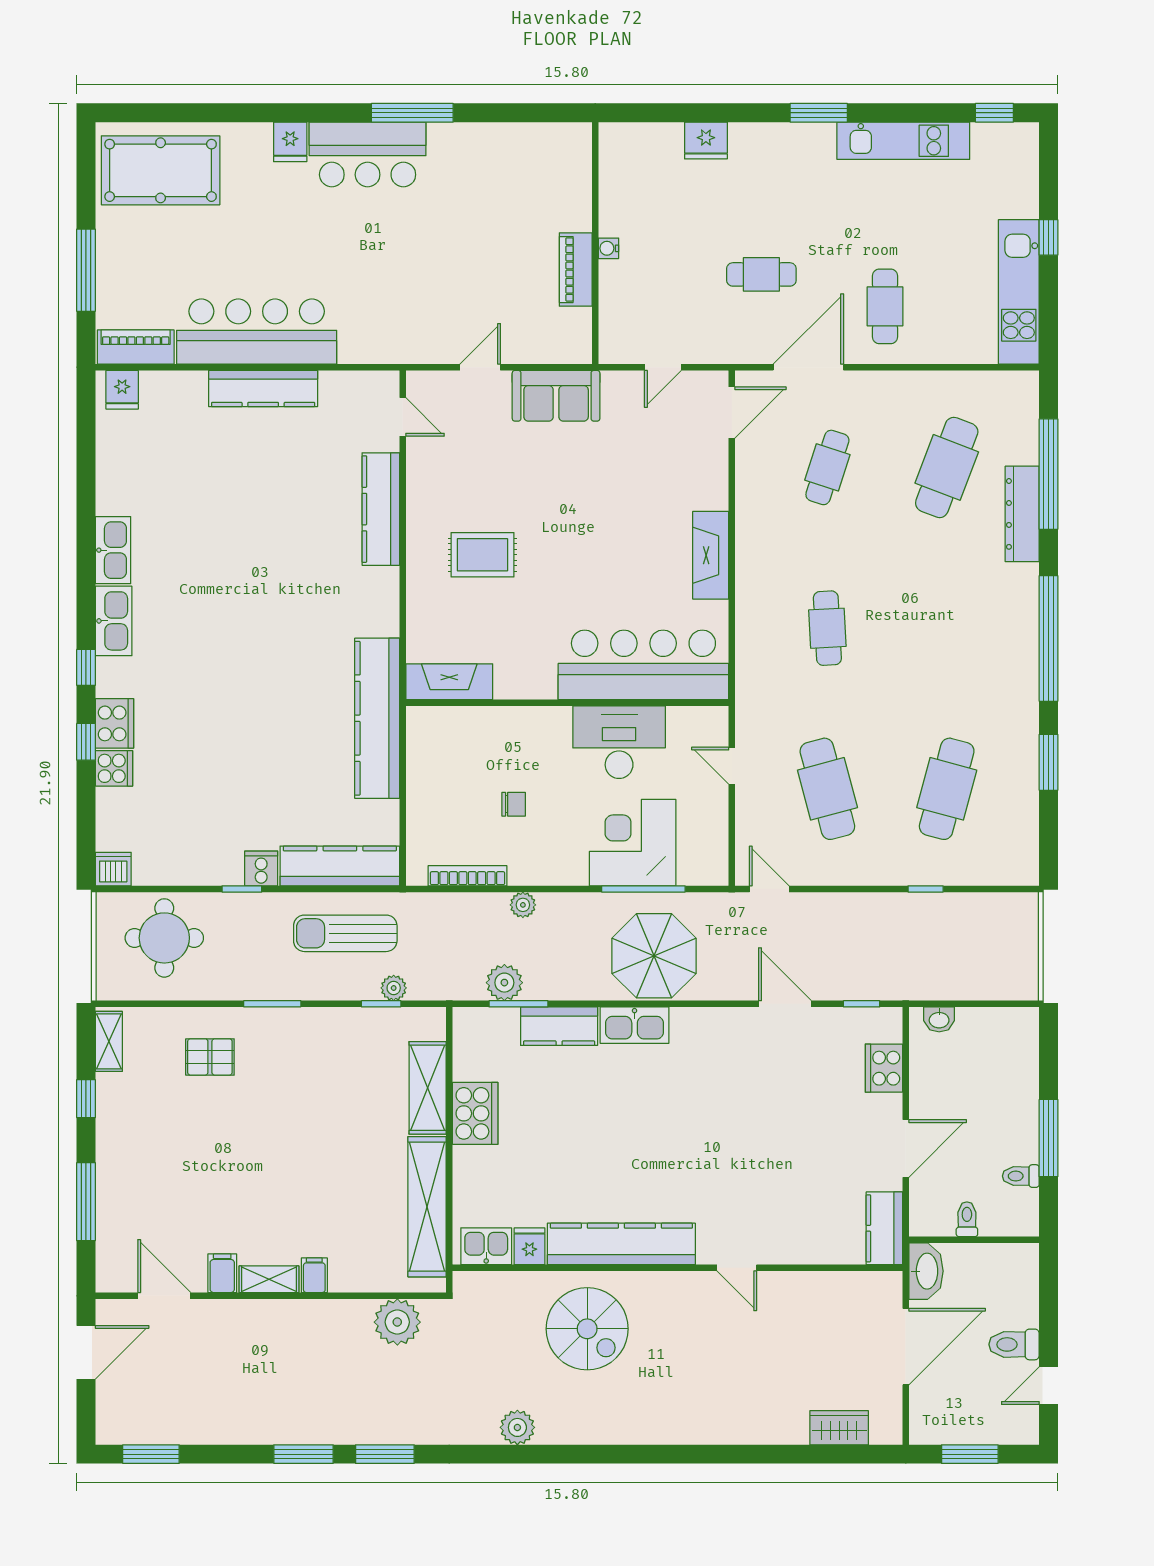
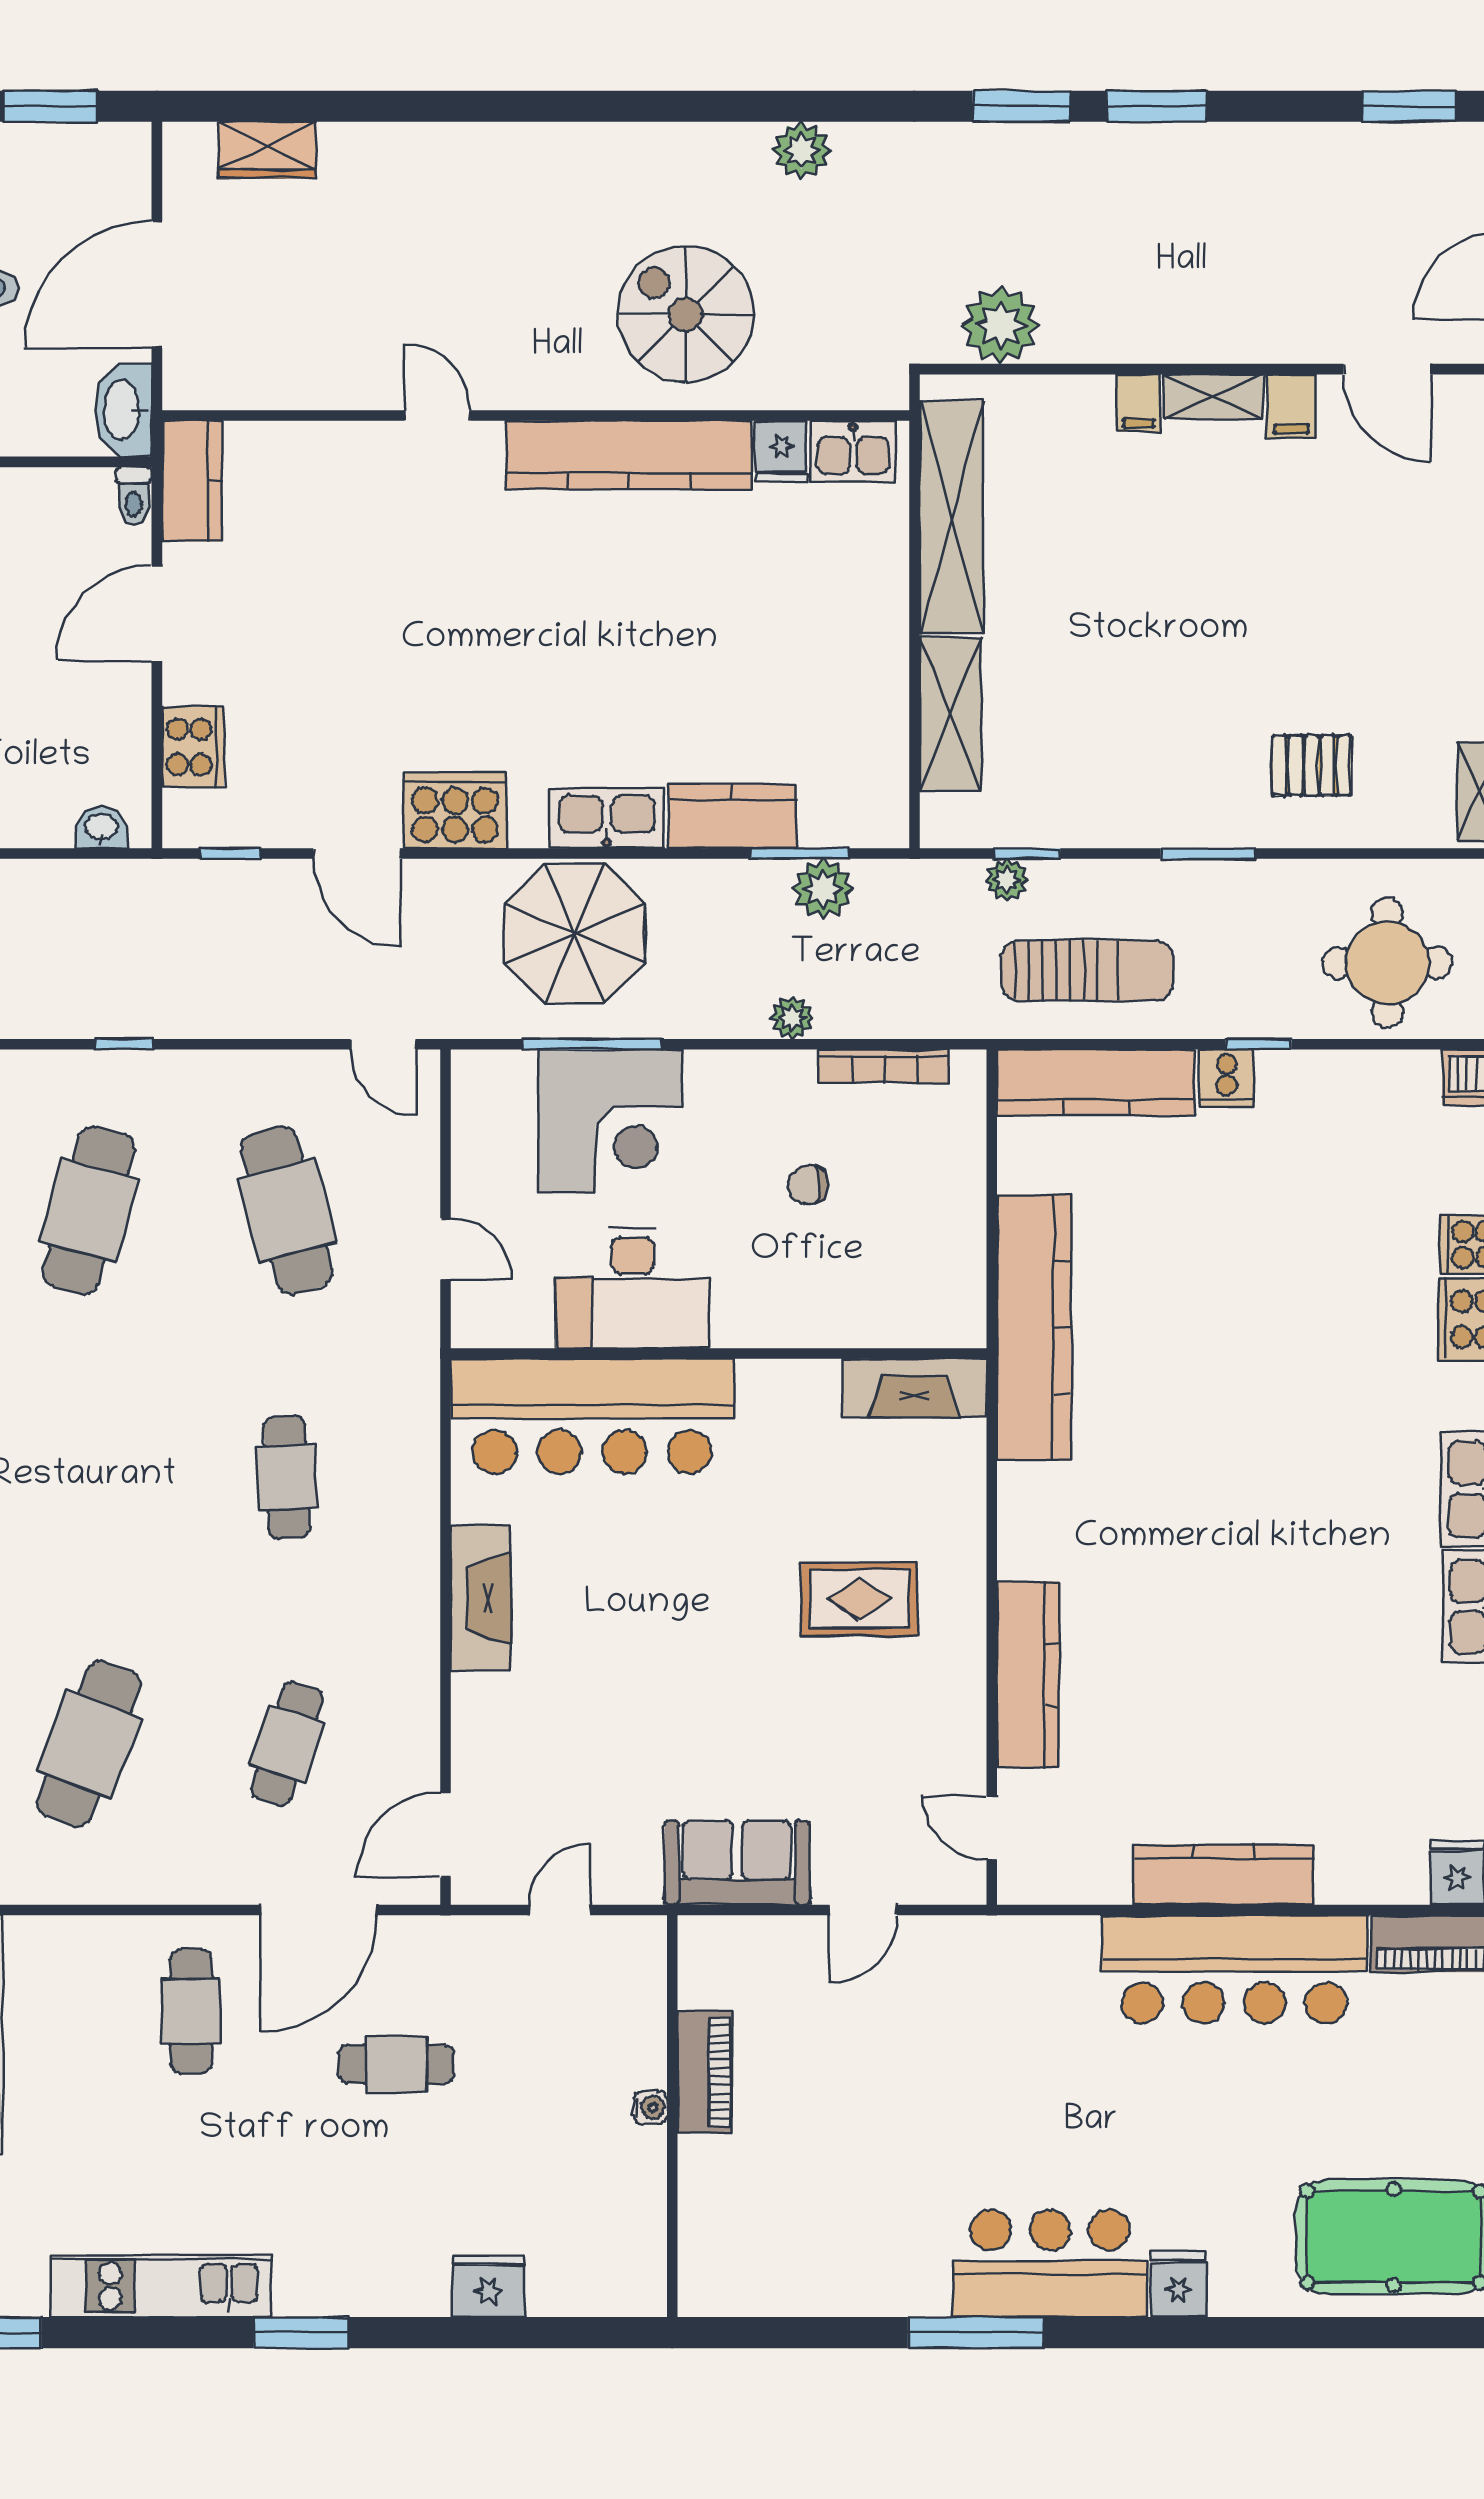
cooker: (475, 1113) -> (455, 811), moved, turned 90
toilet: (967, 1219) -> (134, 496), moved

